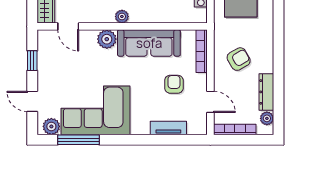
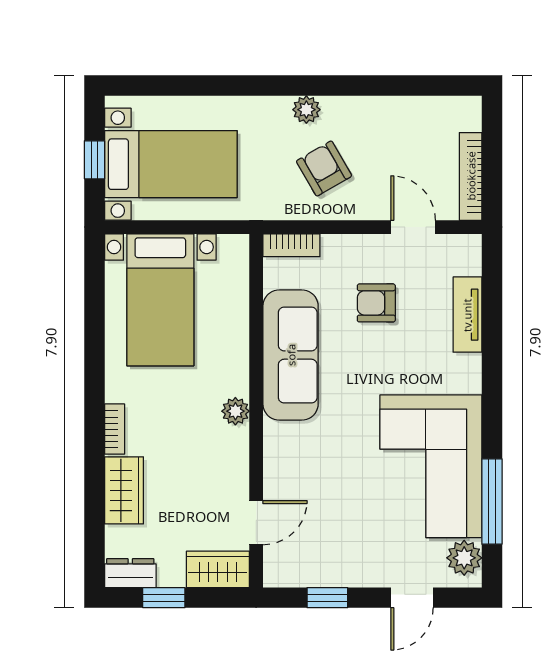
plant: (107, 39) -> (283, 443), removed
bookcase: (202, 51) -> (291, 245), width x0.64
dresser: (266, 92) -> (392, 111), removed
door: (210, 102) -> (413, 227), hinge flipped
plant: (267, 118) -> (306, 110), moved

